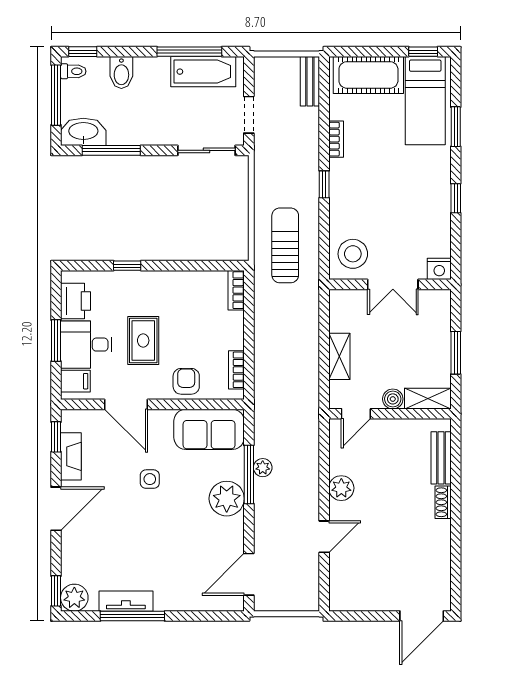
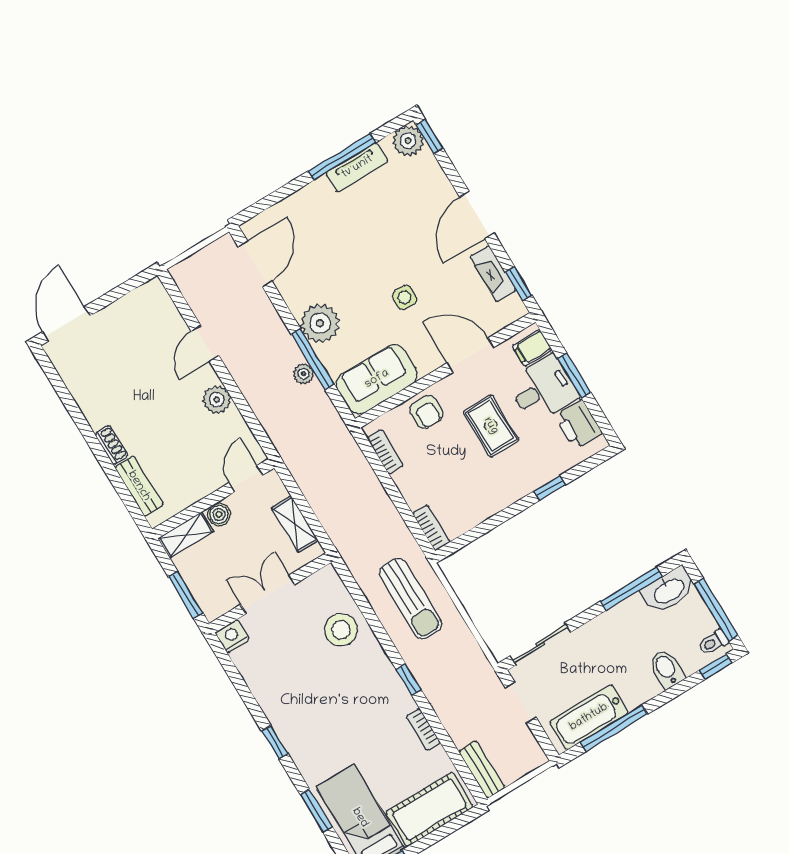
nightstand: (439, 269) -> (232, 636), moved
wall: (390, 284) -> (270, 593), moved
double door: (393, 284) -> (268, 595), moved

